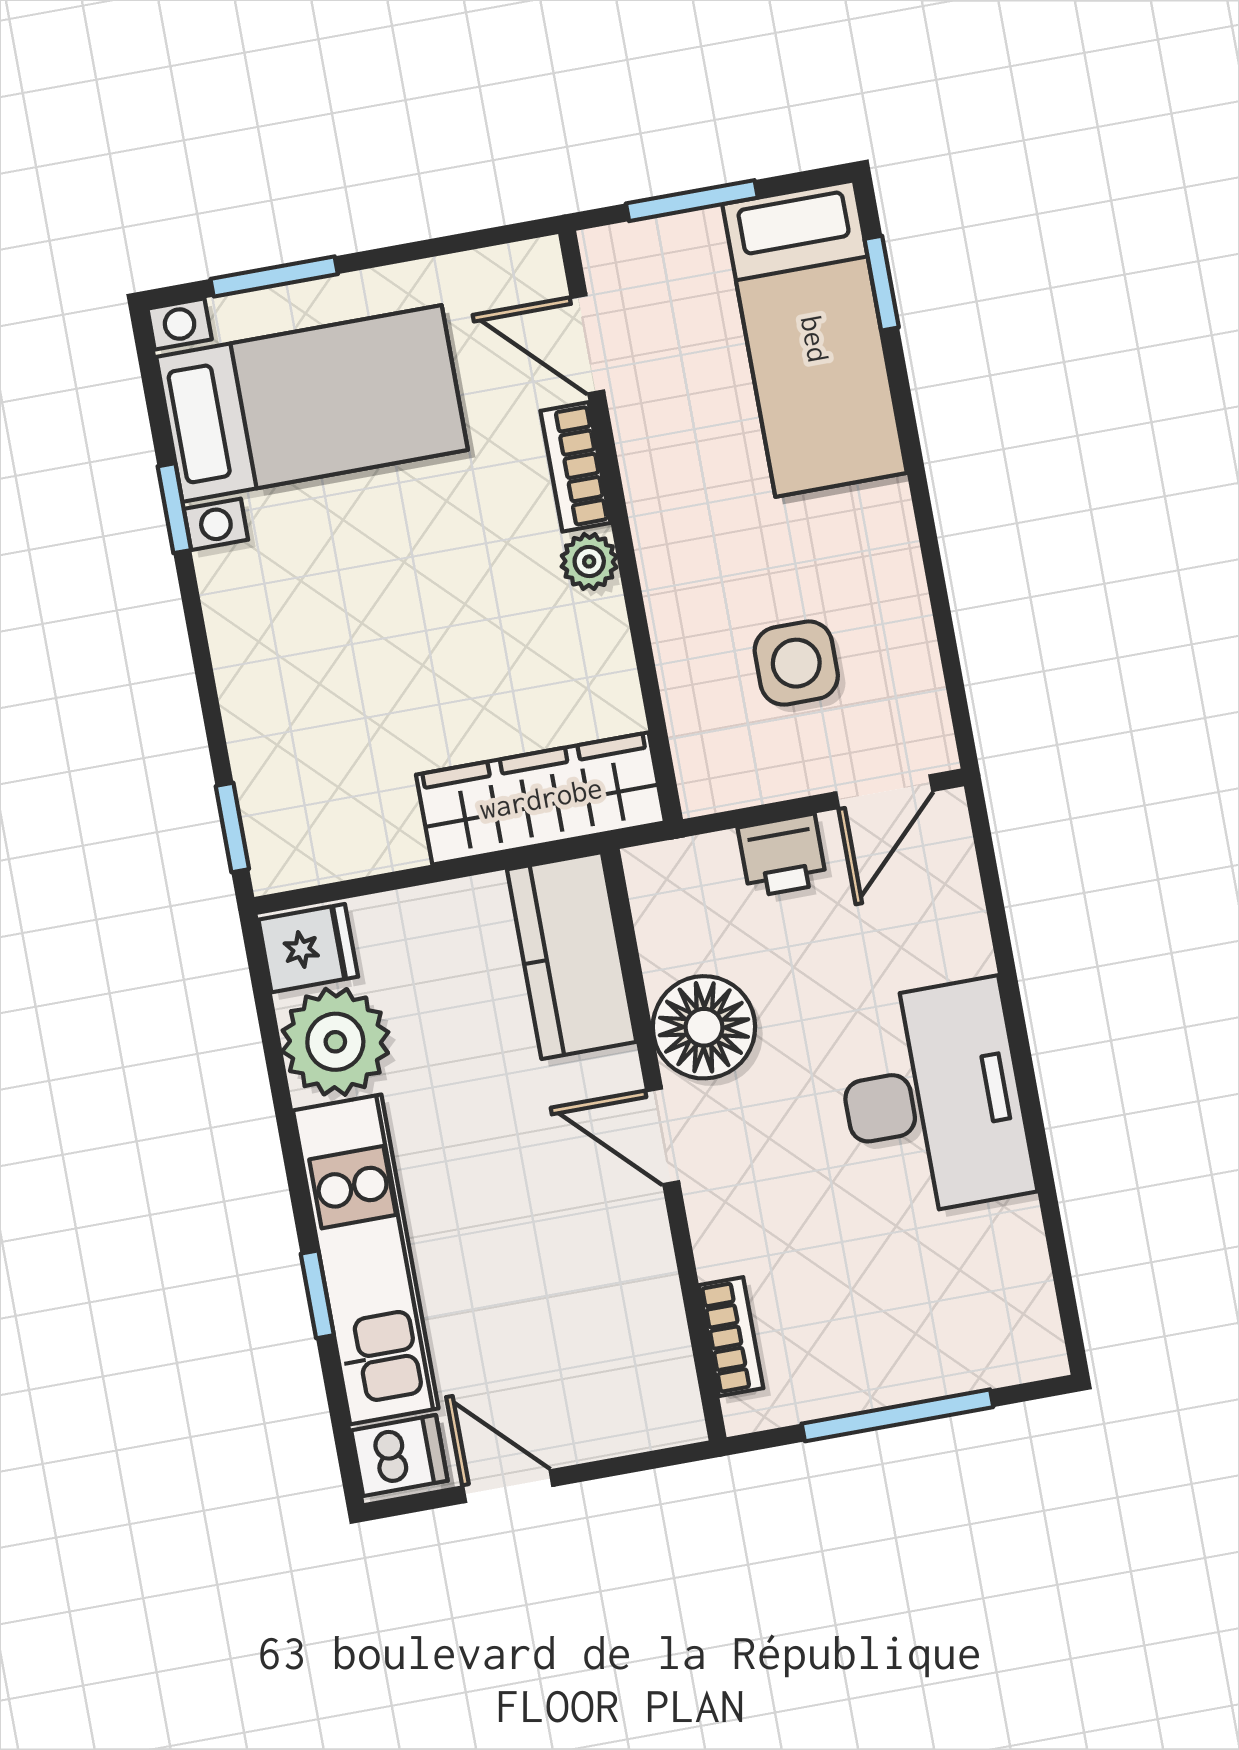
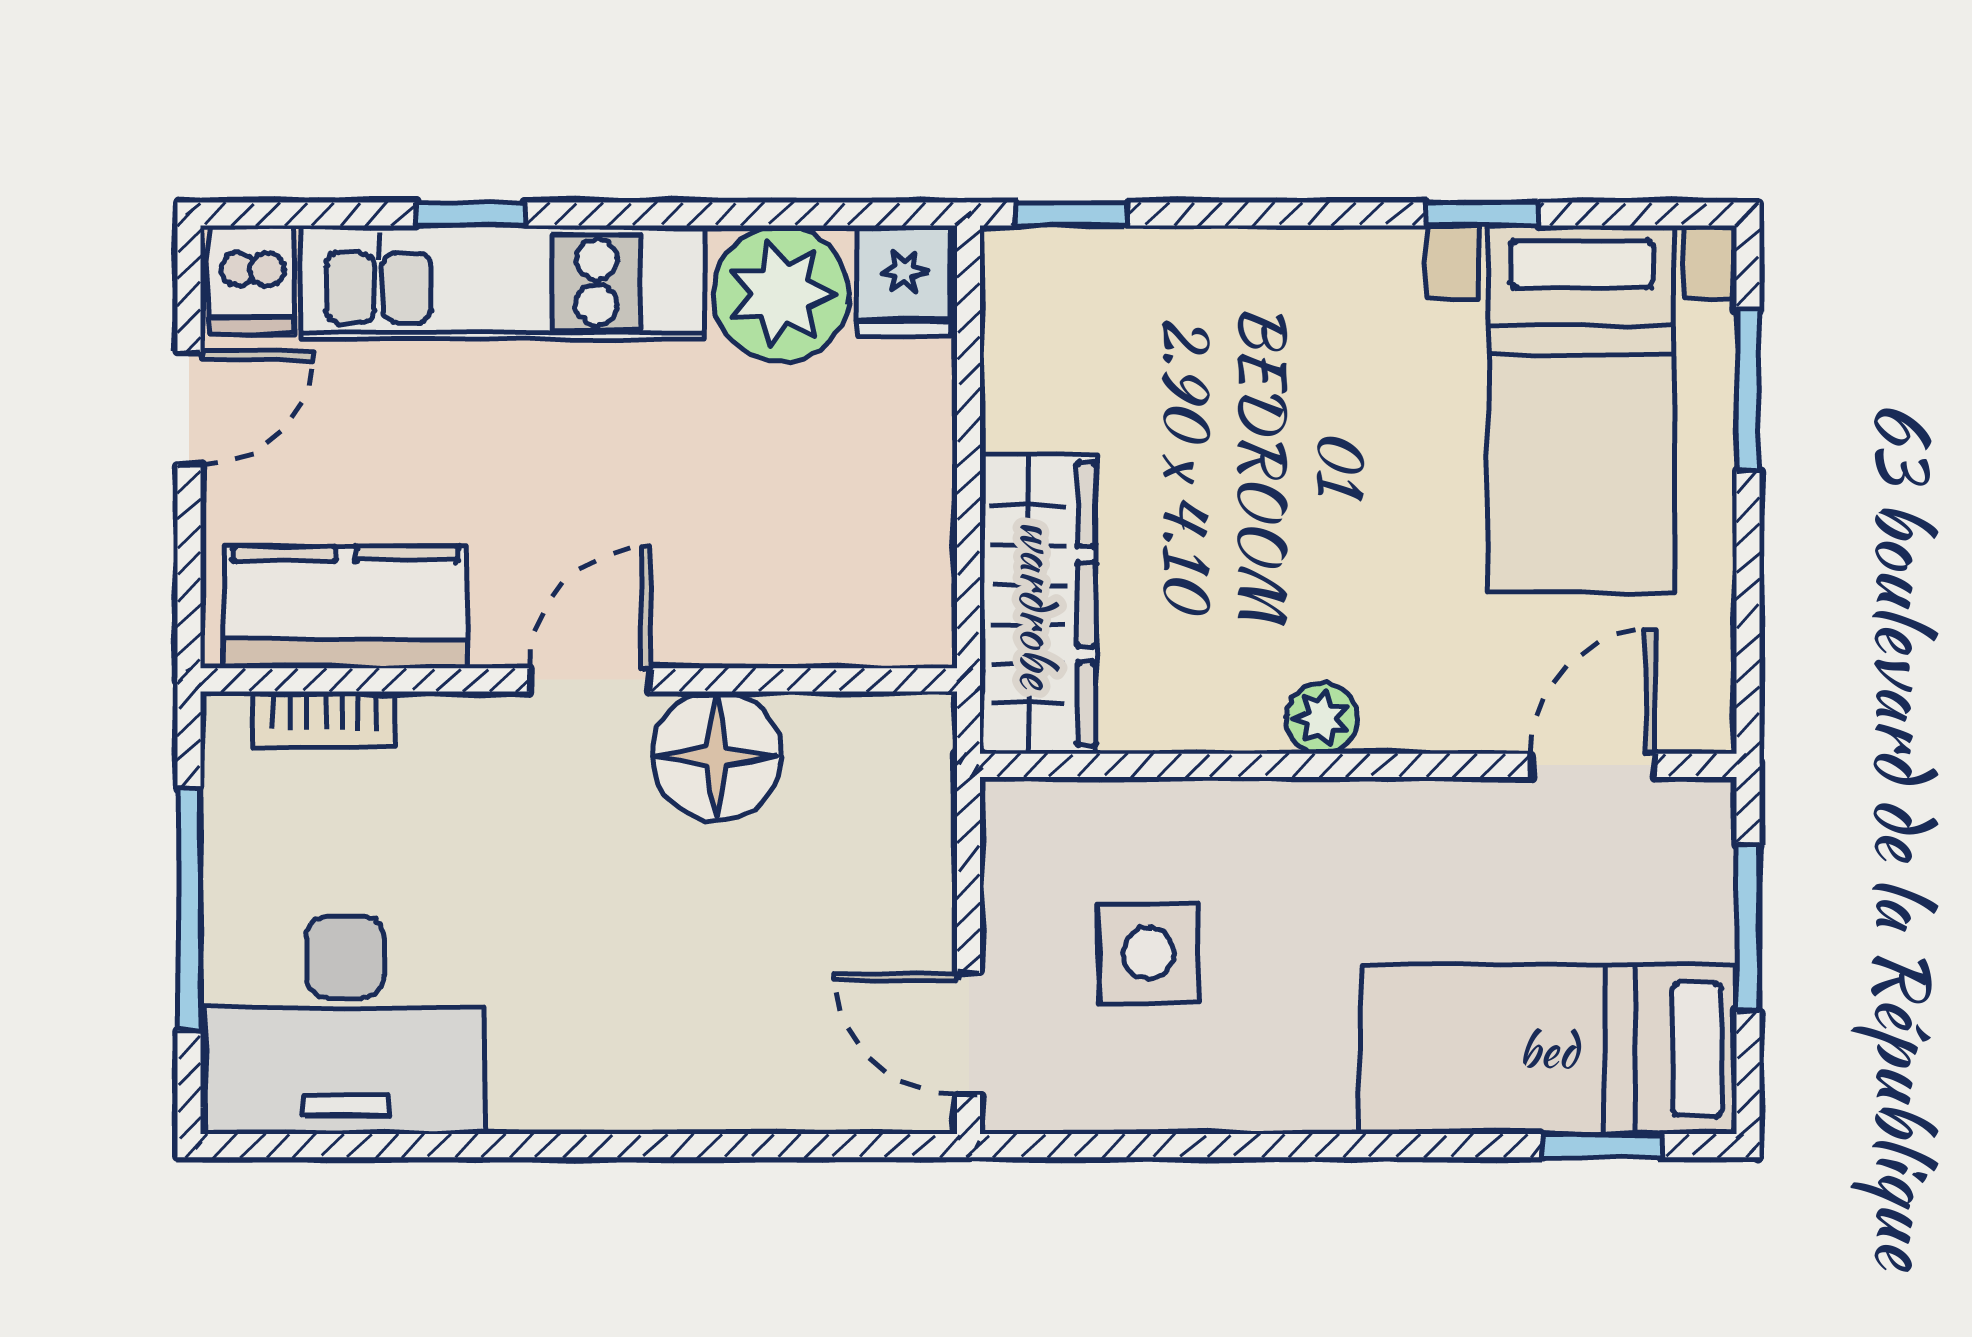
bookcase: (576, 467) -> (1443, 723), removed
printer: (782, 856) -> (912, 892), removed
kitchen counter: (572, 956) -> (346, 607), moved
desk: (933, 1099) -> (345, 1025), moved

